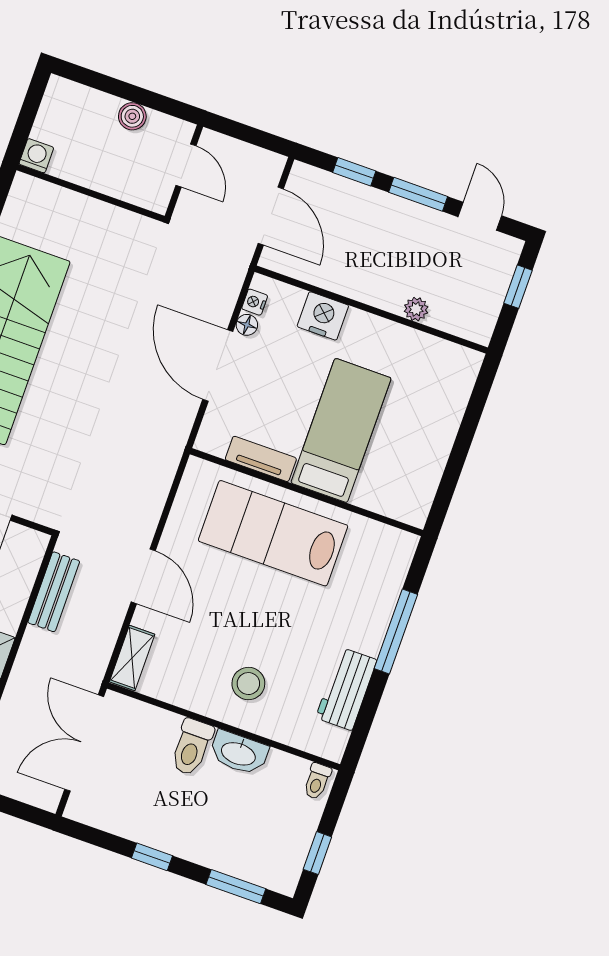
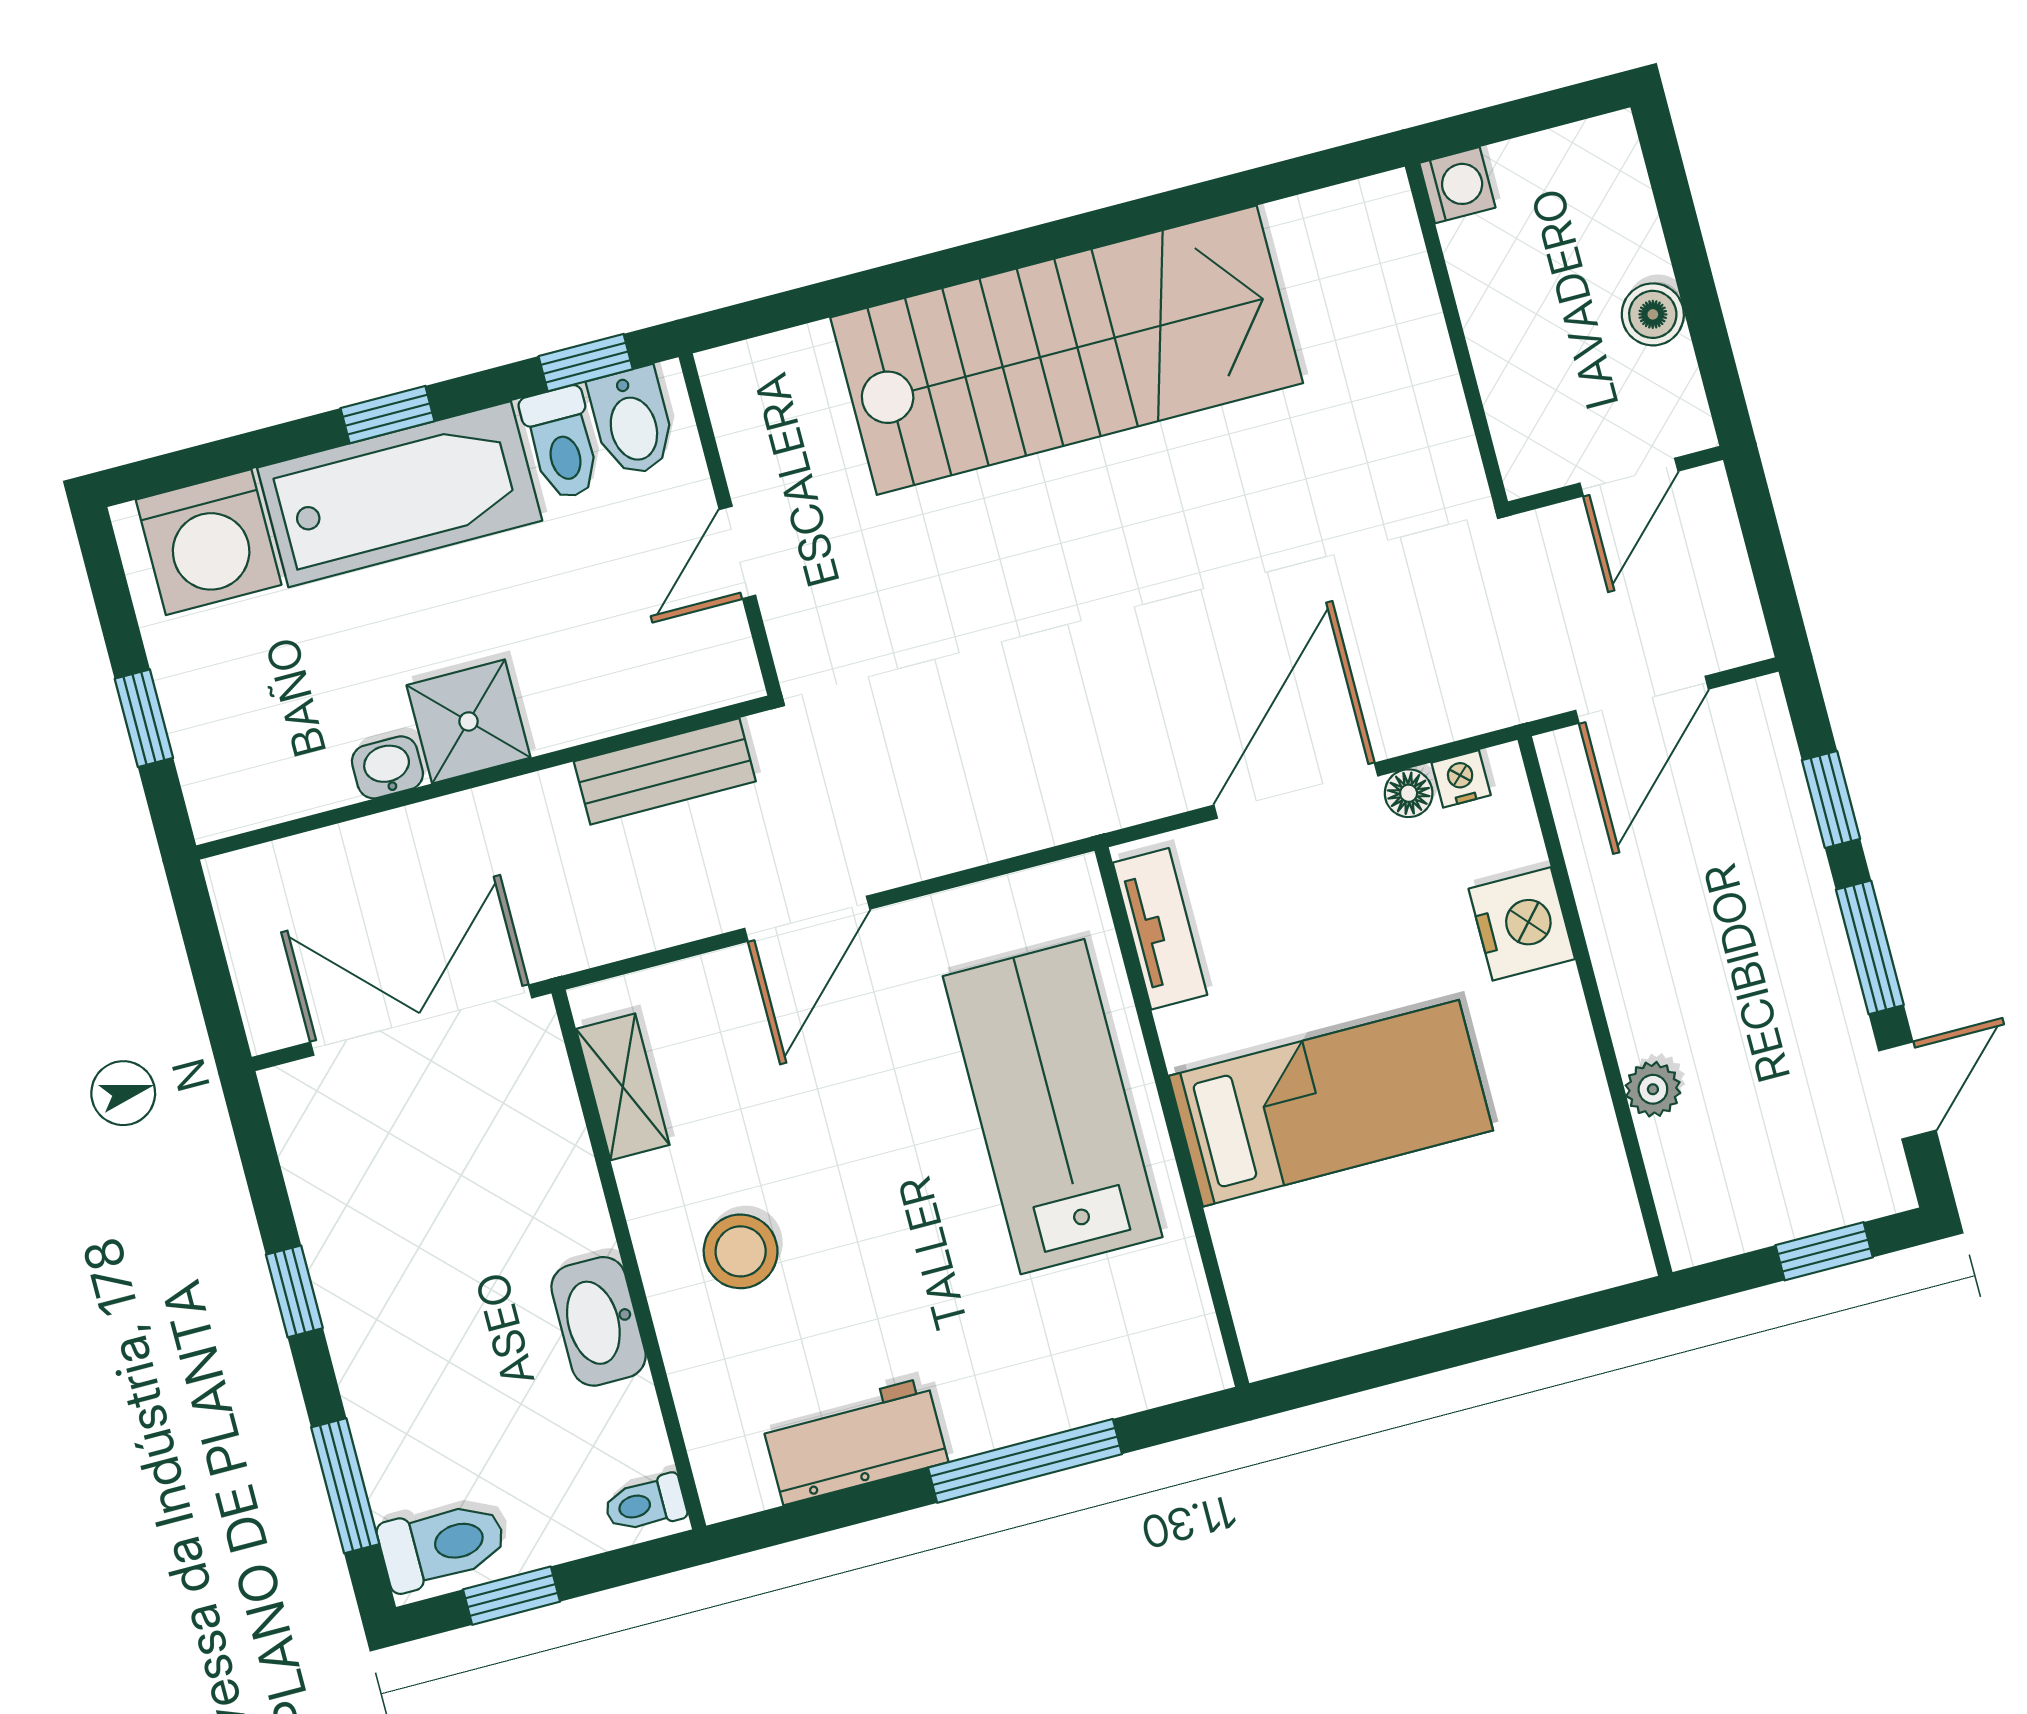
tv unit: (261, 459) -> (1160, 929), moved
shelving: (132, 658) -> (623, 1087), moved, turned 90
toilet: (192, 747) -> (442, 1545), moved, turned 180

